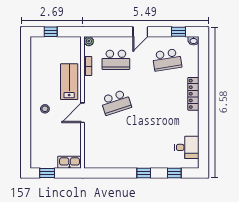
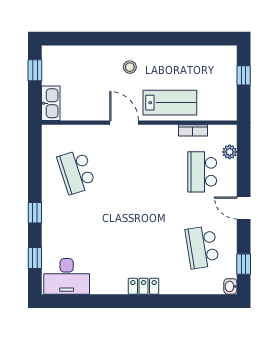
plant: (89, 41) -> (230, 152), moved
locker: (193, 94) -> (144, 286), width x0.66
school desk: (116, 102) -> (76, 172), moved
desk: (187, 147) -> (67, 276), width x1.37

